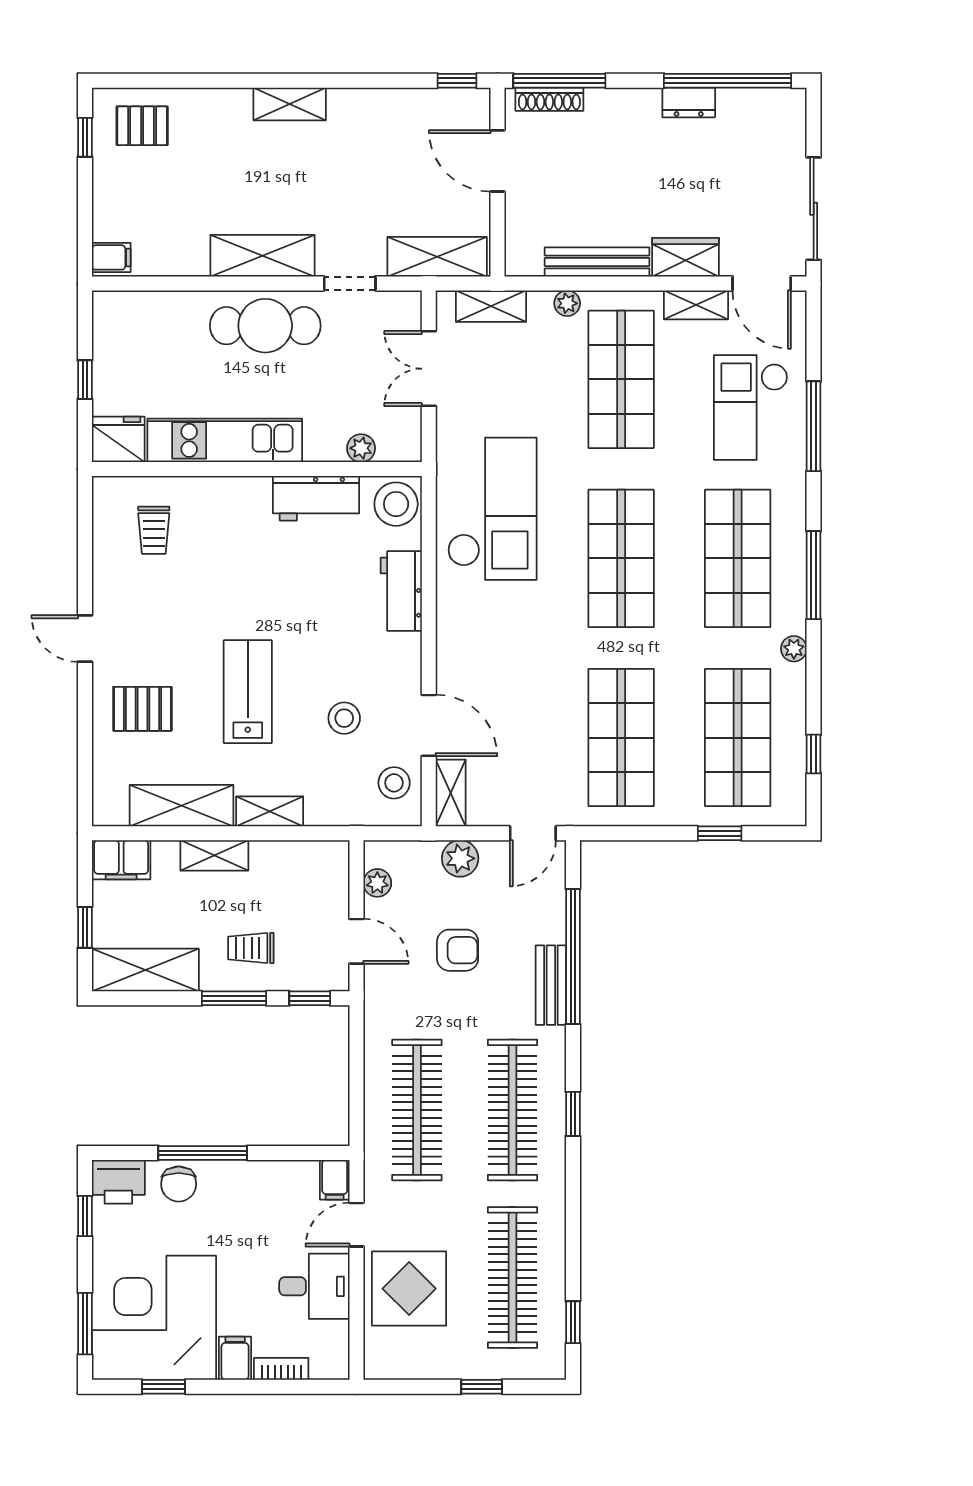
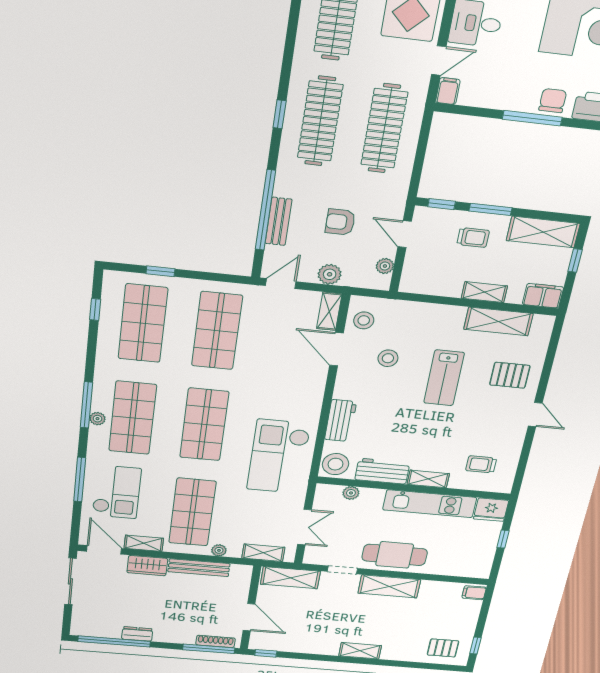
trolley: (154, 530) -> (481, 464), turned -90
plant: (794, 649) -> (98, 419), moved
shelving: (270, 811) -> (428, 479), moved
bench: (551, 985) -> (278, 221), moved

